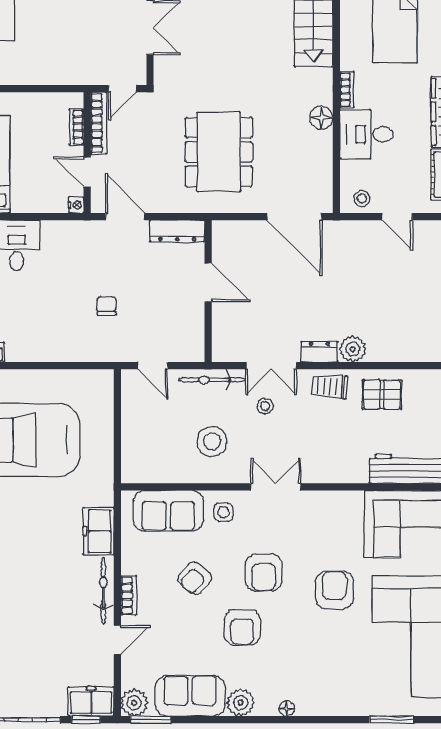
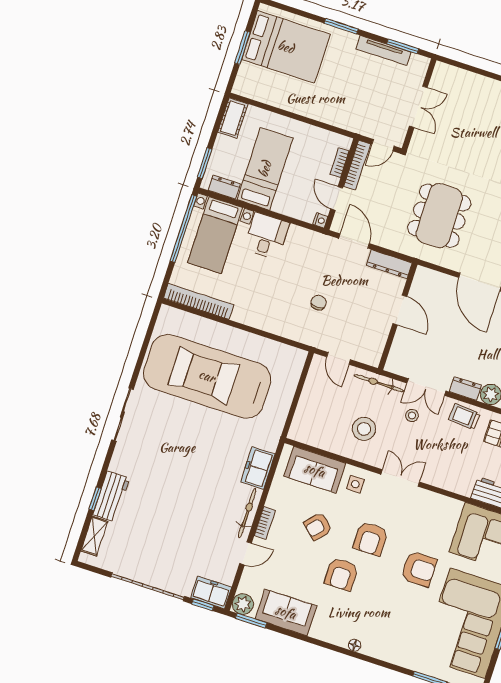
armchair: (334, 590) -> (419, 569), turned 90
plant: (241, 703) -> (322, 630), removed

